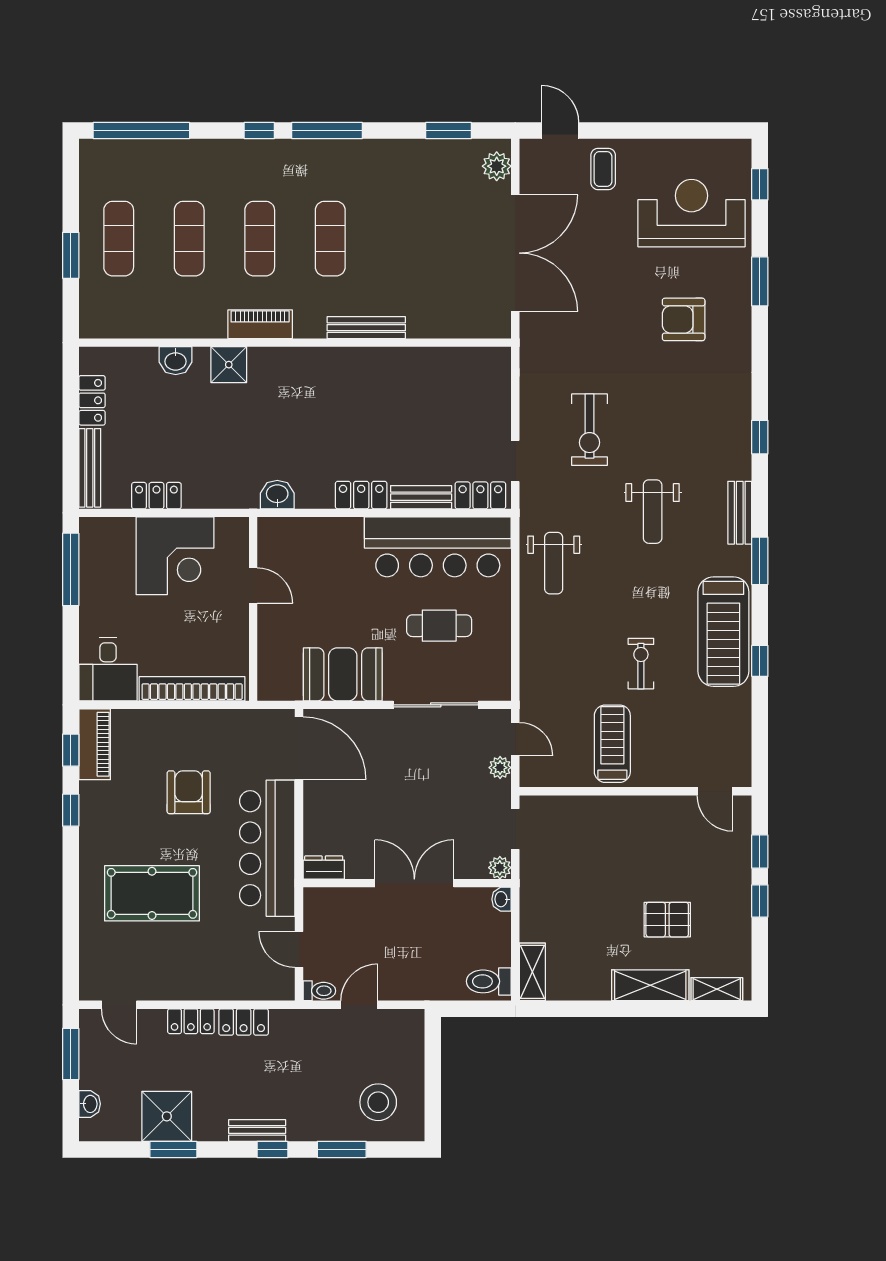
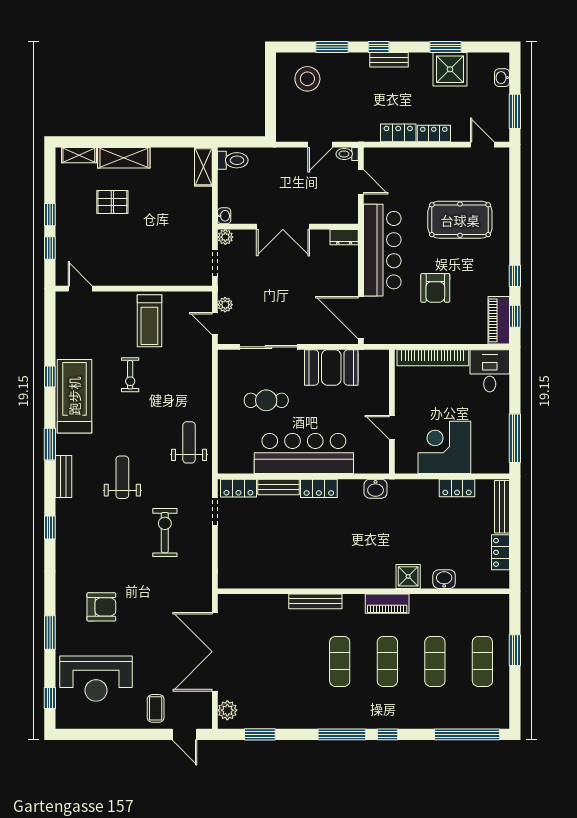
bar counter: (438, 547) -> (304, 453), moved

